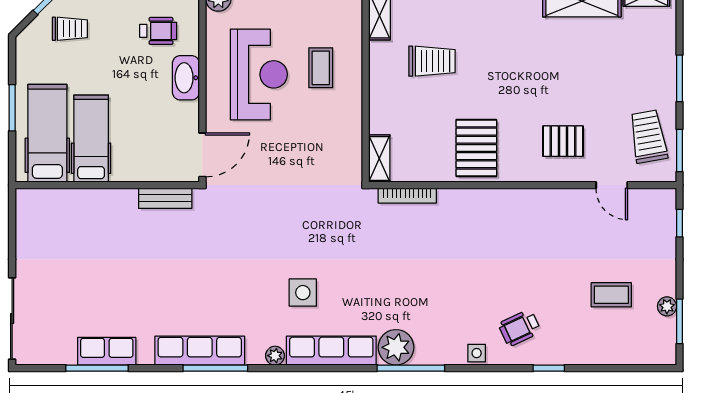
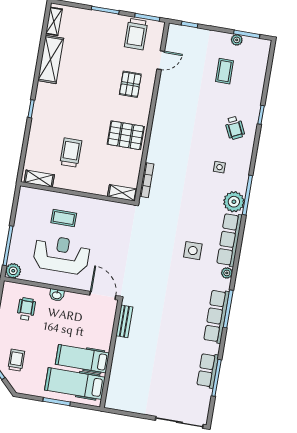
washbasin: (186, 78) -> (57, 295), width x0.52, depth x0.69
trolley: (648, 136) -> (136, 34), turned -80
side table: (477, 353) -> (219, 167), moved

